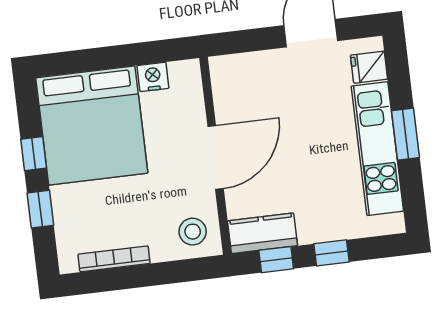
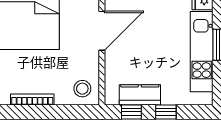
door: (216, 157) -> (102, 31), moved
kitchen counter: (262, 233) -> (140, 95), moved

